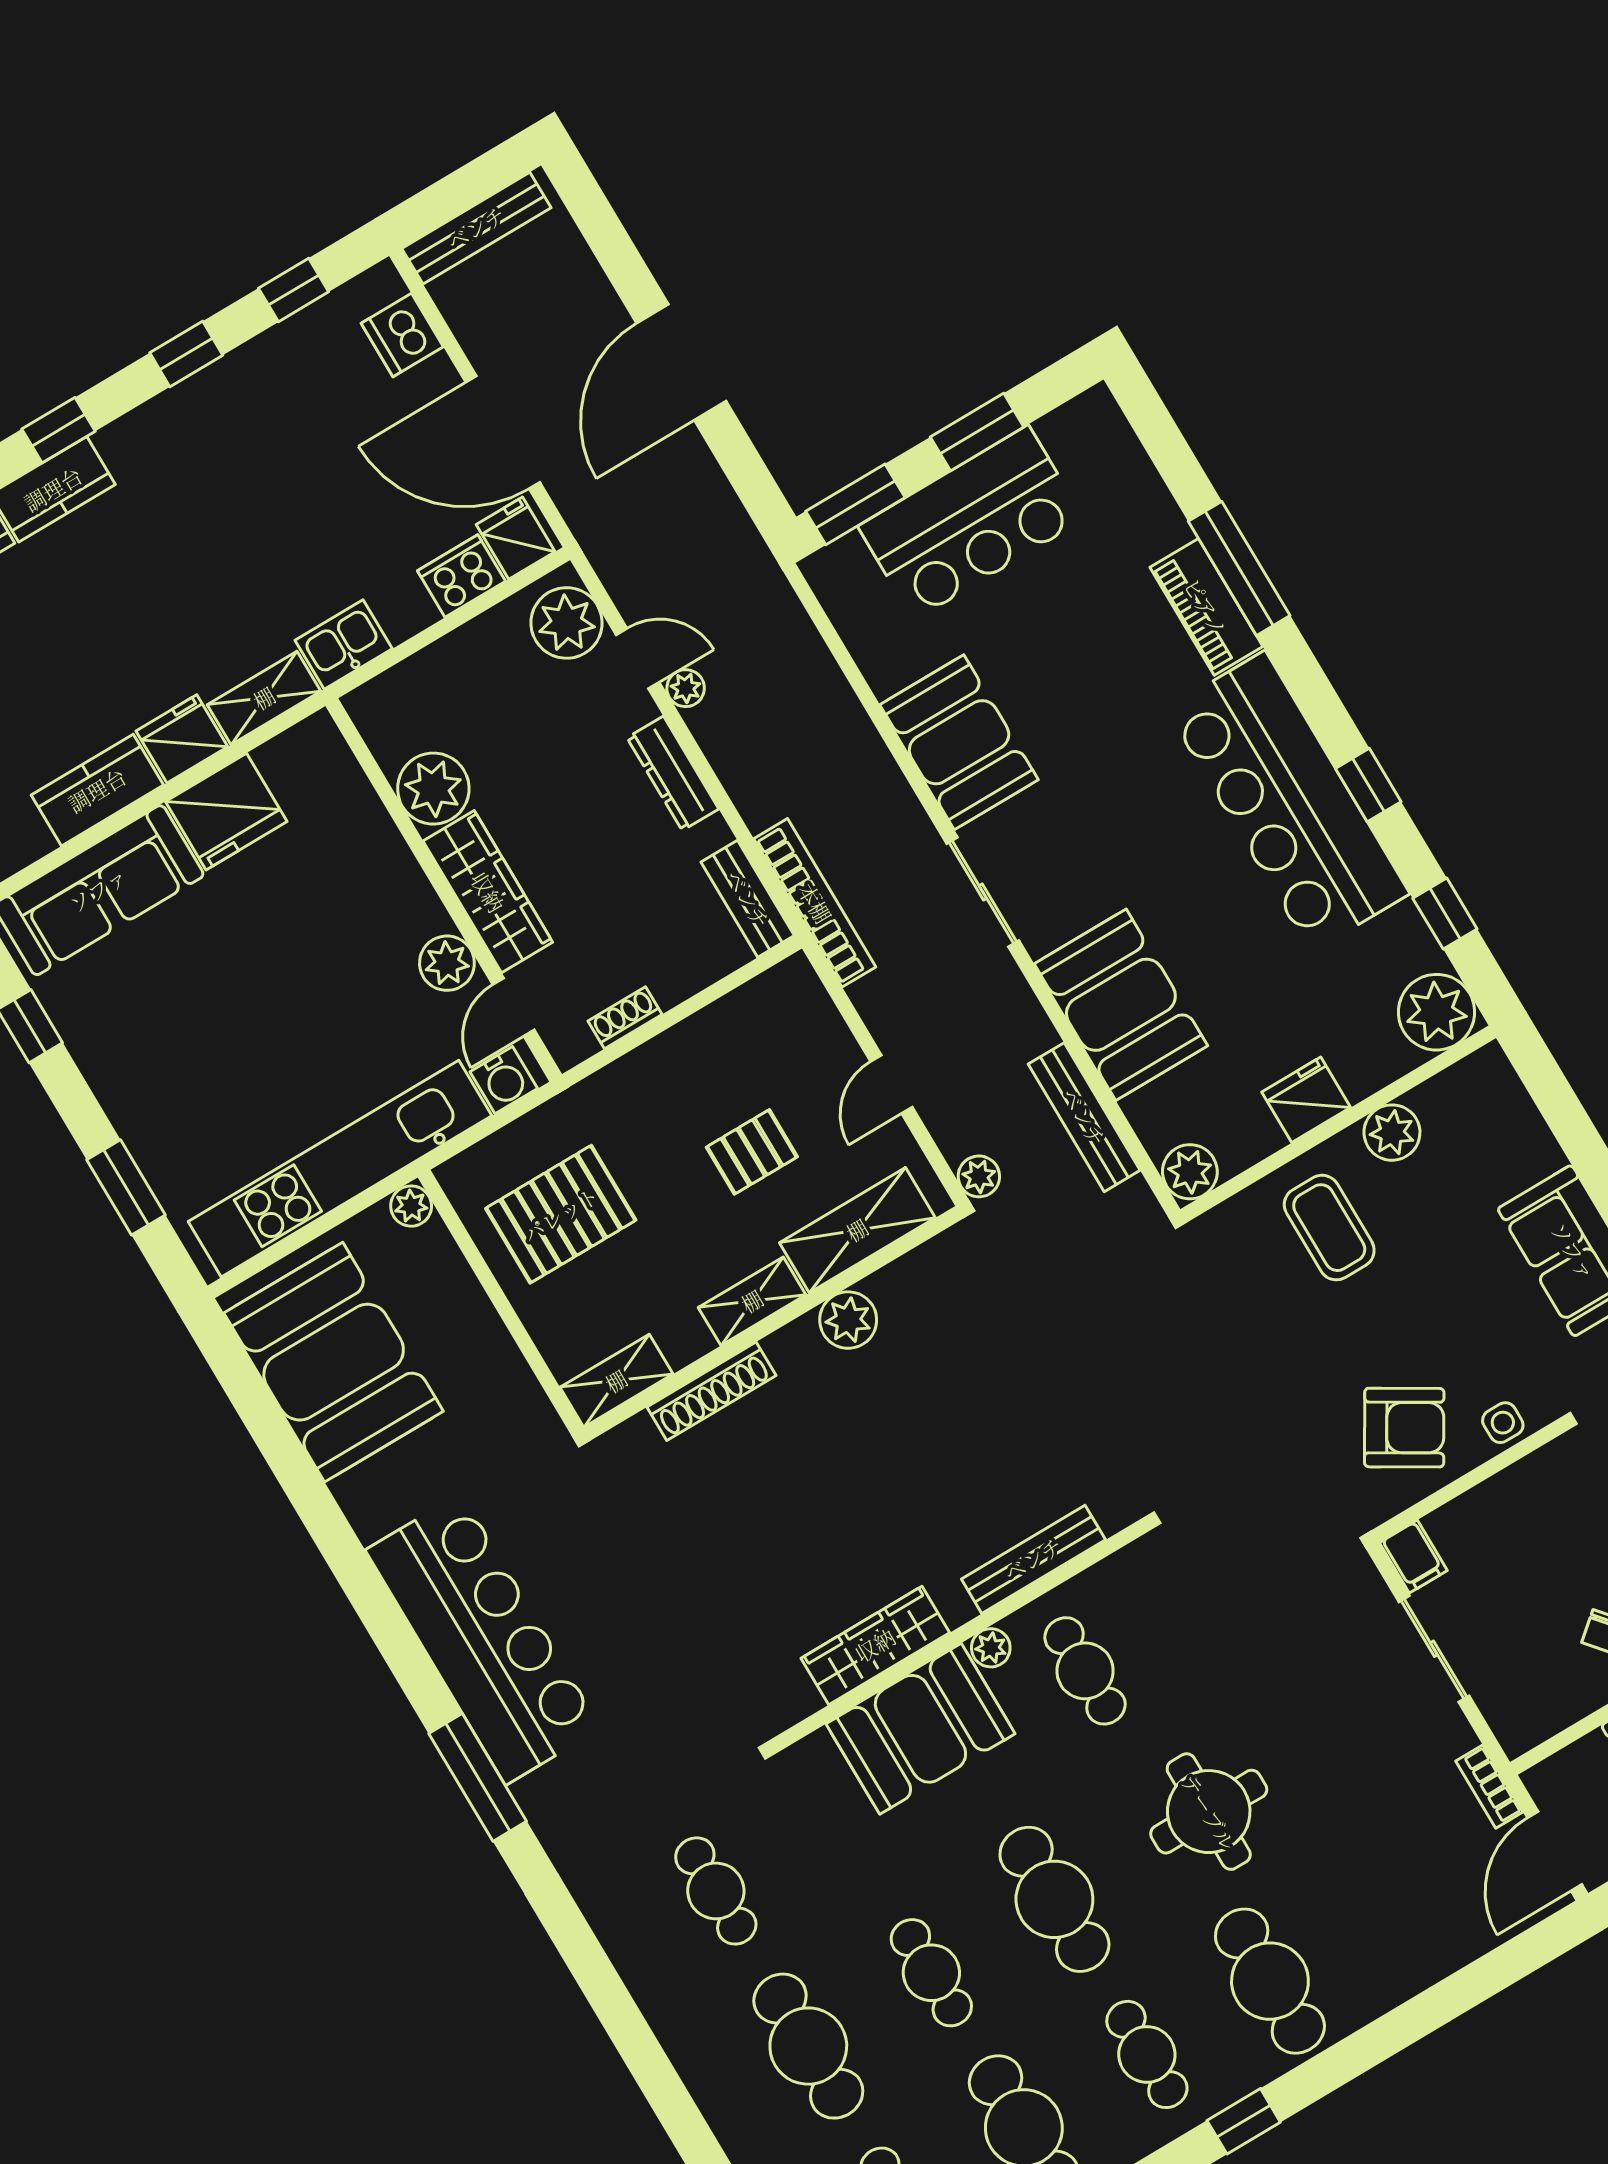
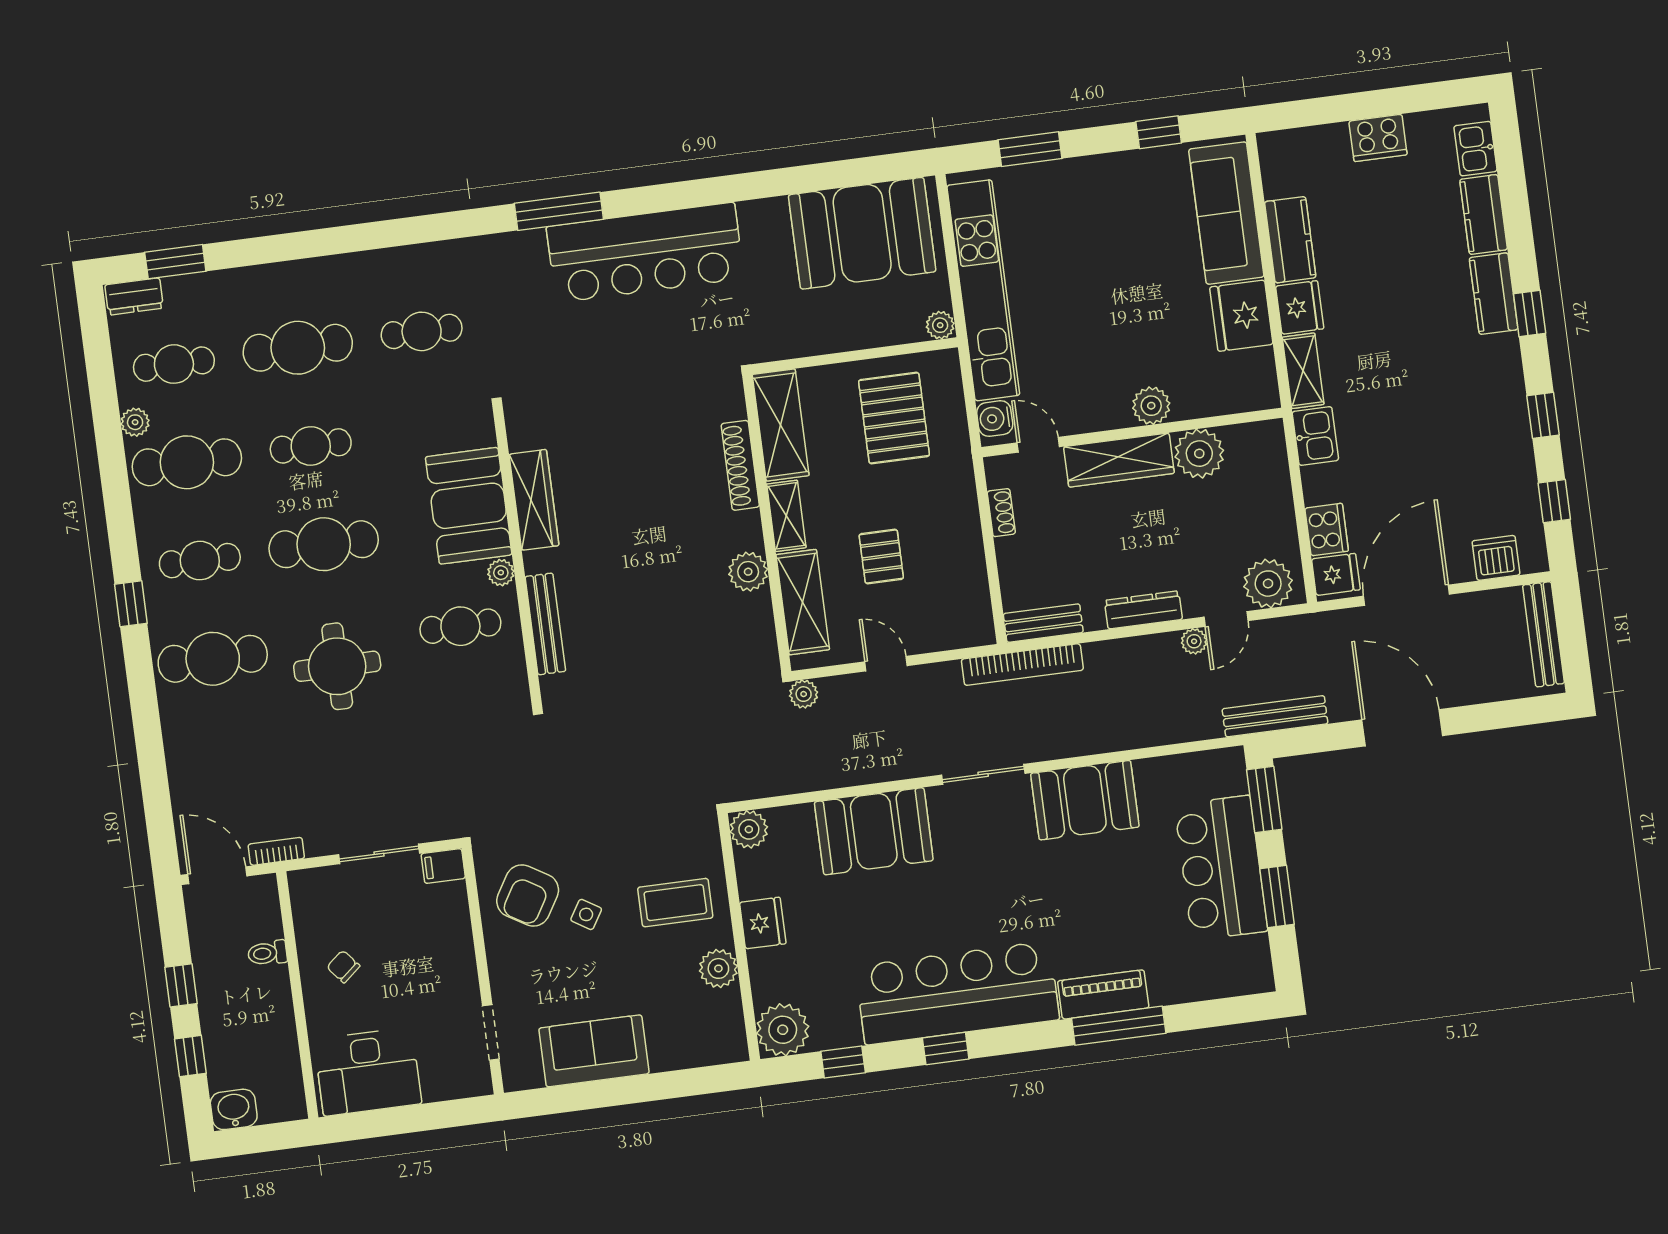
plant: (447, 963) -> (1151, 406), moved
bench: (1084, 1117) -> (1275, 716), moved
shelving: (616, 1381) -> (781, 425), width x1.50, depth x1.33
side table: (1503, 1423) -> (586, 914), moved, turned 32

